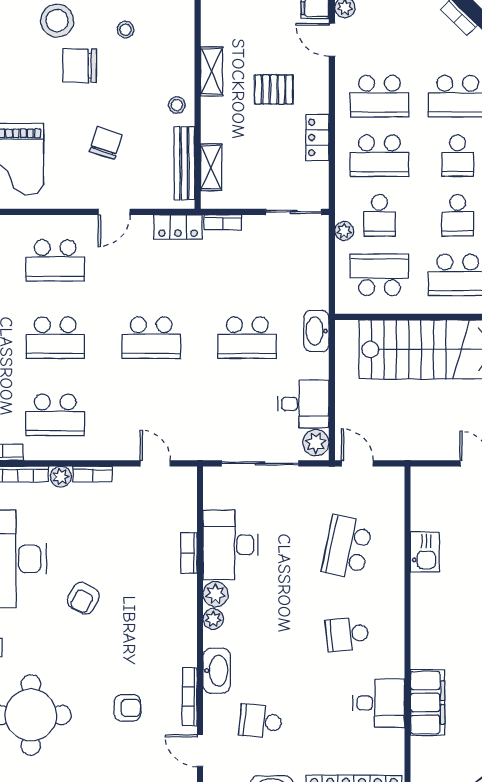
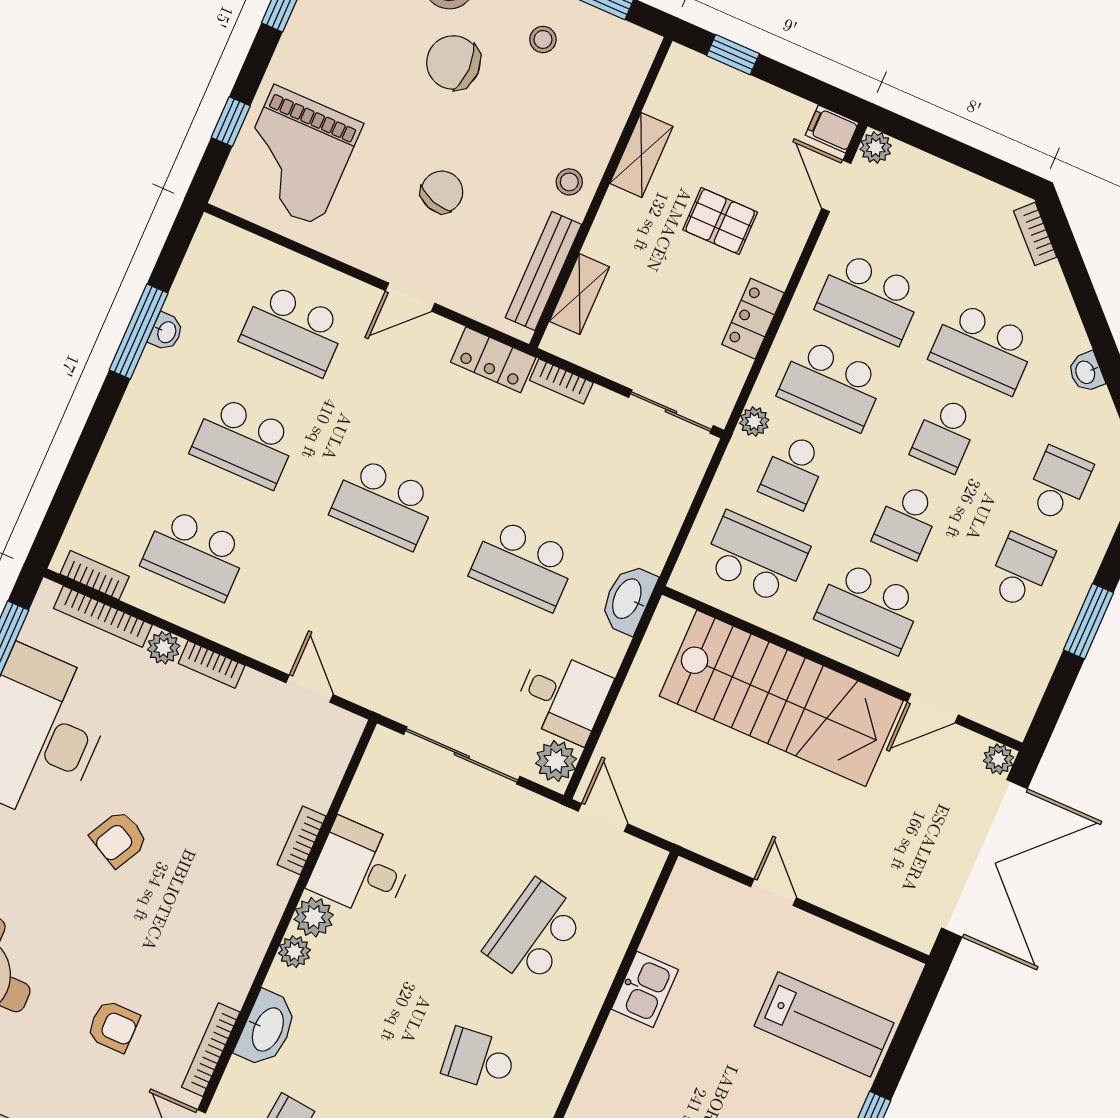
plant: (344, 231) -> (754, 422), moved
desk: (230, 545) -> (361, 869), width x0.73

